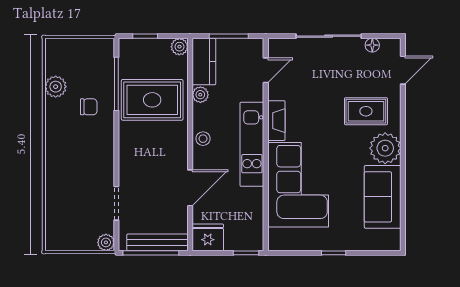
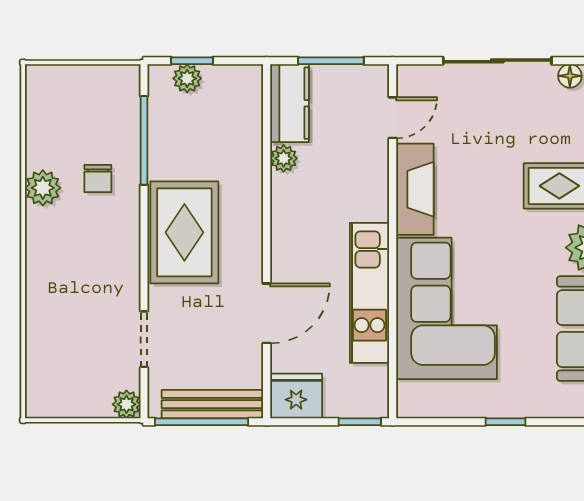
plant: (179, 47) -> (187, 78), moved
plant: (56, 87) -> (43, 188), moved
rug: (152, 100) -> (184, 232), moved, turned 90
chair: (89, 107) -> (98, 179), turned 90
fireplace: (276, 121) -> (415, 189), width x1.37, depth x1.32
stool: (203, 139) -> (288, 232), removed
kitchen unit: (252, 144) -> (370, 293), moved

